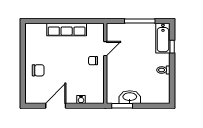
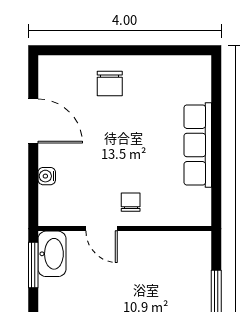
door: (105, 49) -> (102, 229), moved
washbasin: (130, 97) -> (52, 254), moved

